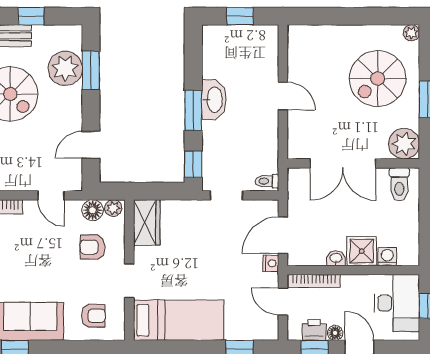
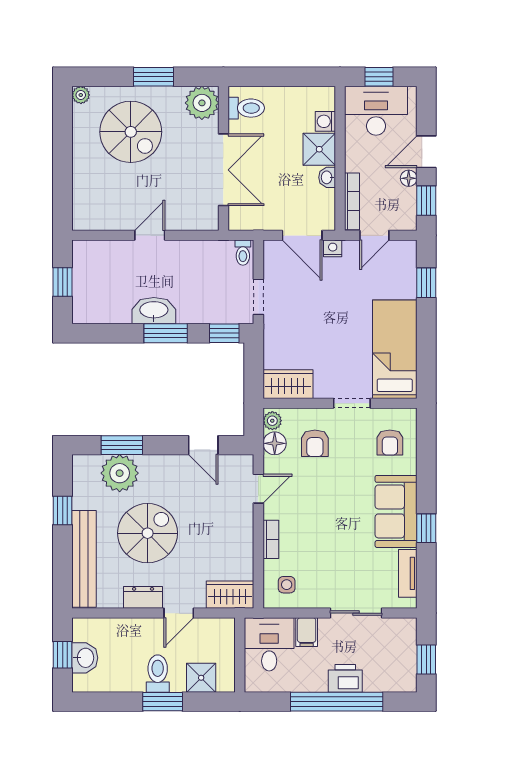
armchair: (93, 316) -> (390, 442), turned 180
printer: (314, 330) -> (405, 201), removed

